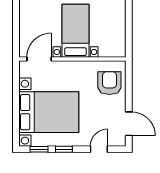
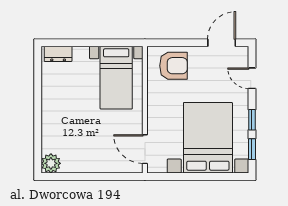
bed with nightstands: (75, 31) -> (116, 78), moved, turned -90
armchair: (109, 83) -> (173, 66), turned 180

